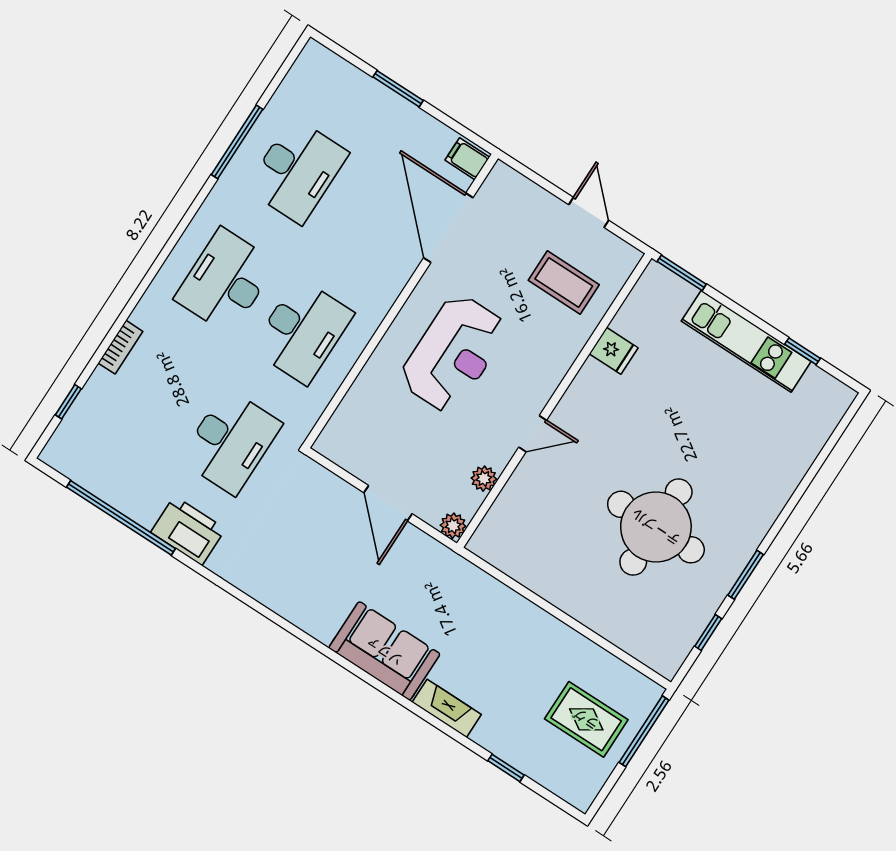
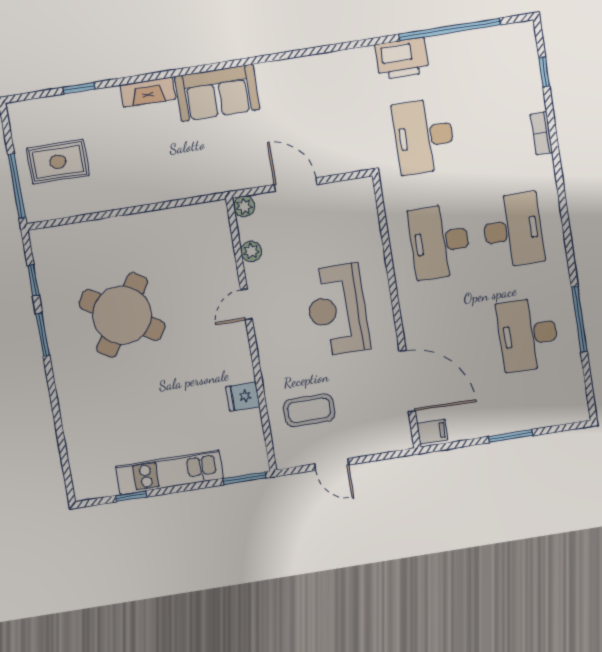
round table: (656, 527) -> (122, 315), turned 33

